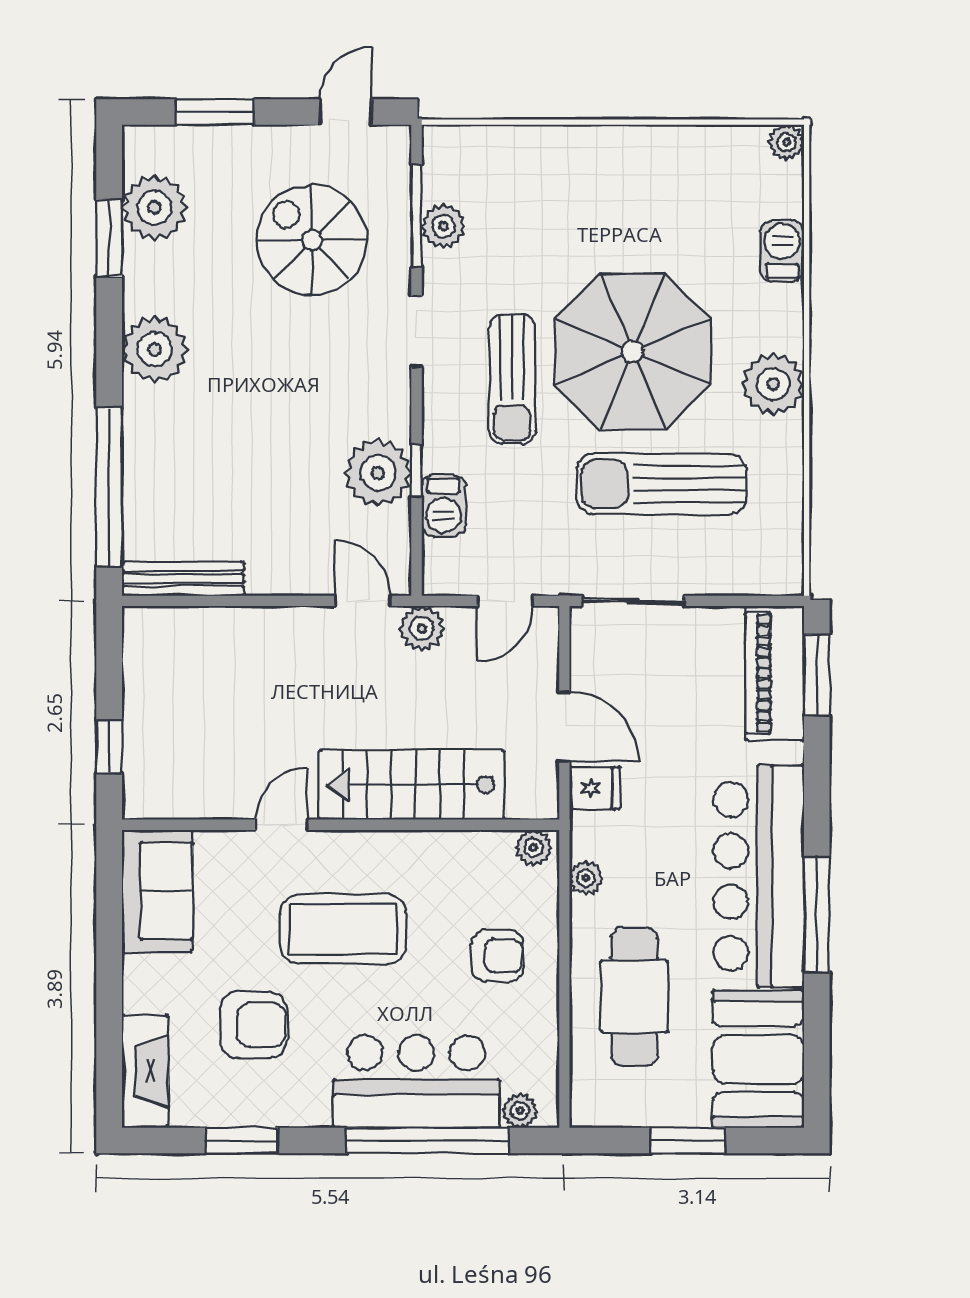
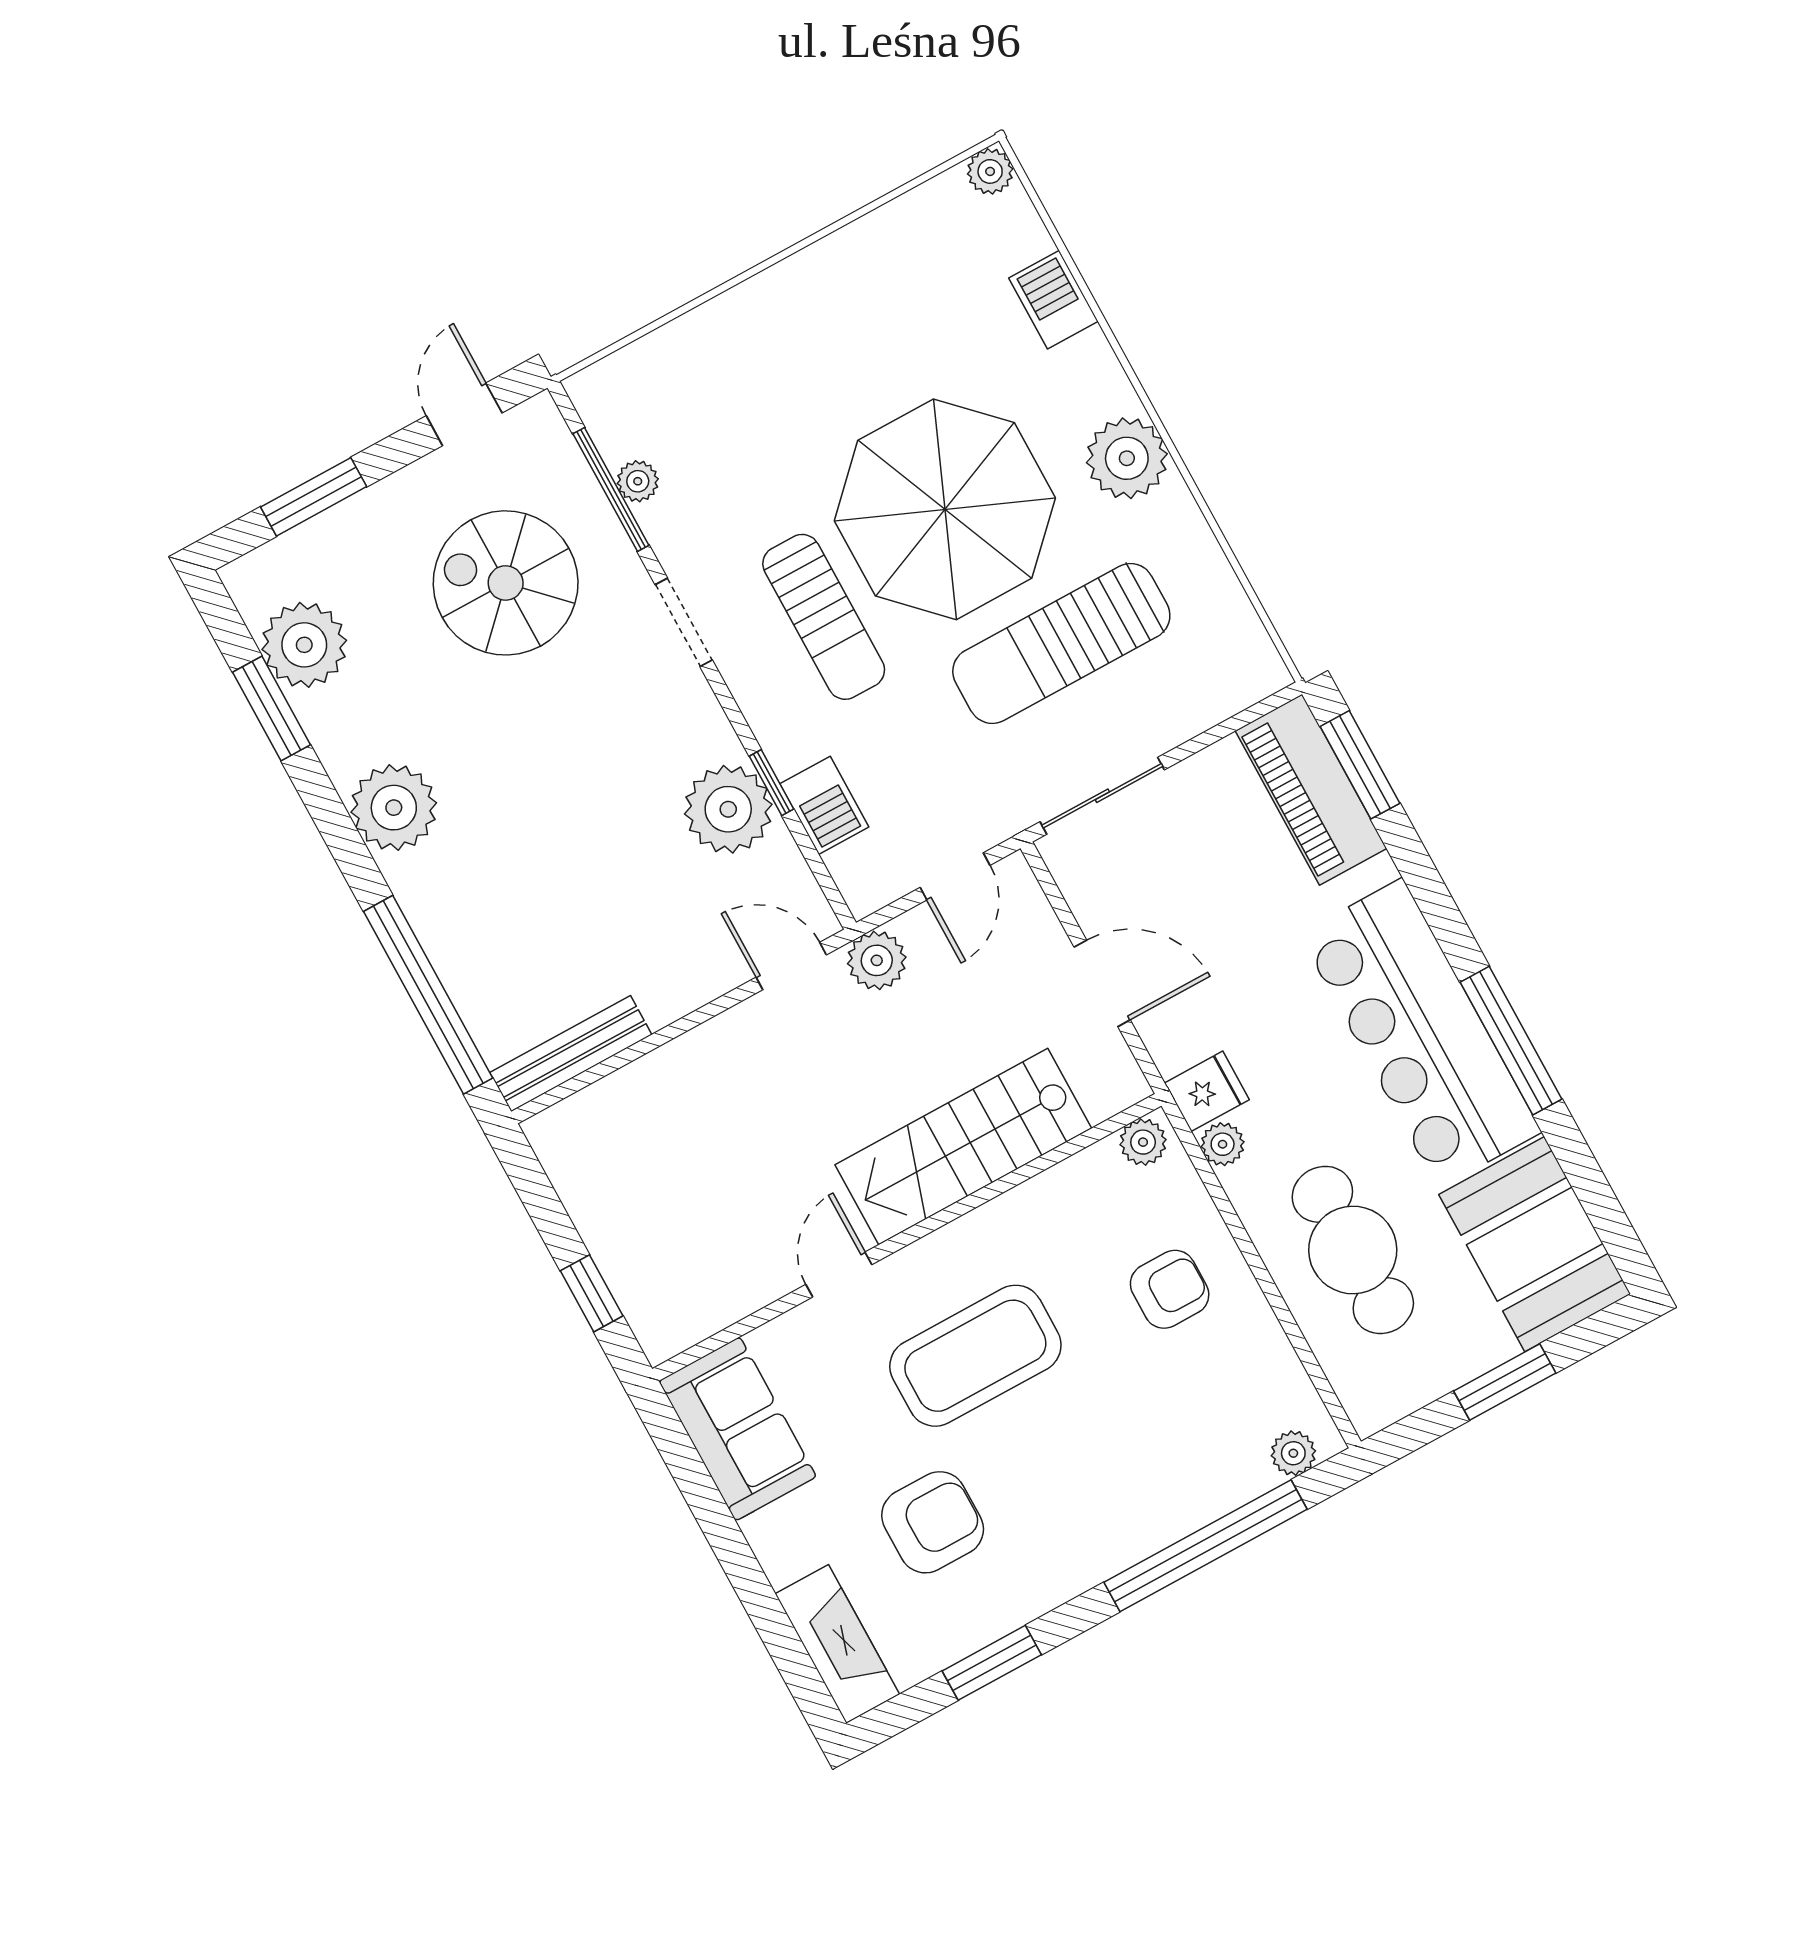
plant: (443, 226) -> (638, 481), width x0.73, depth x0.73
fridge: (595, 788) -> (1207, 1091), moved
bar counter: (416, 1082) -> (1155, 1485), removed

